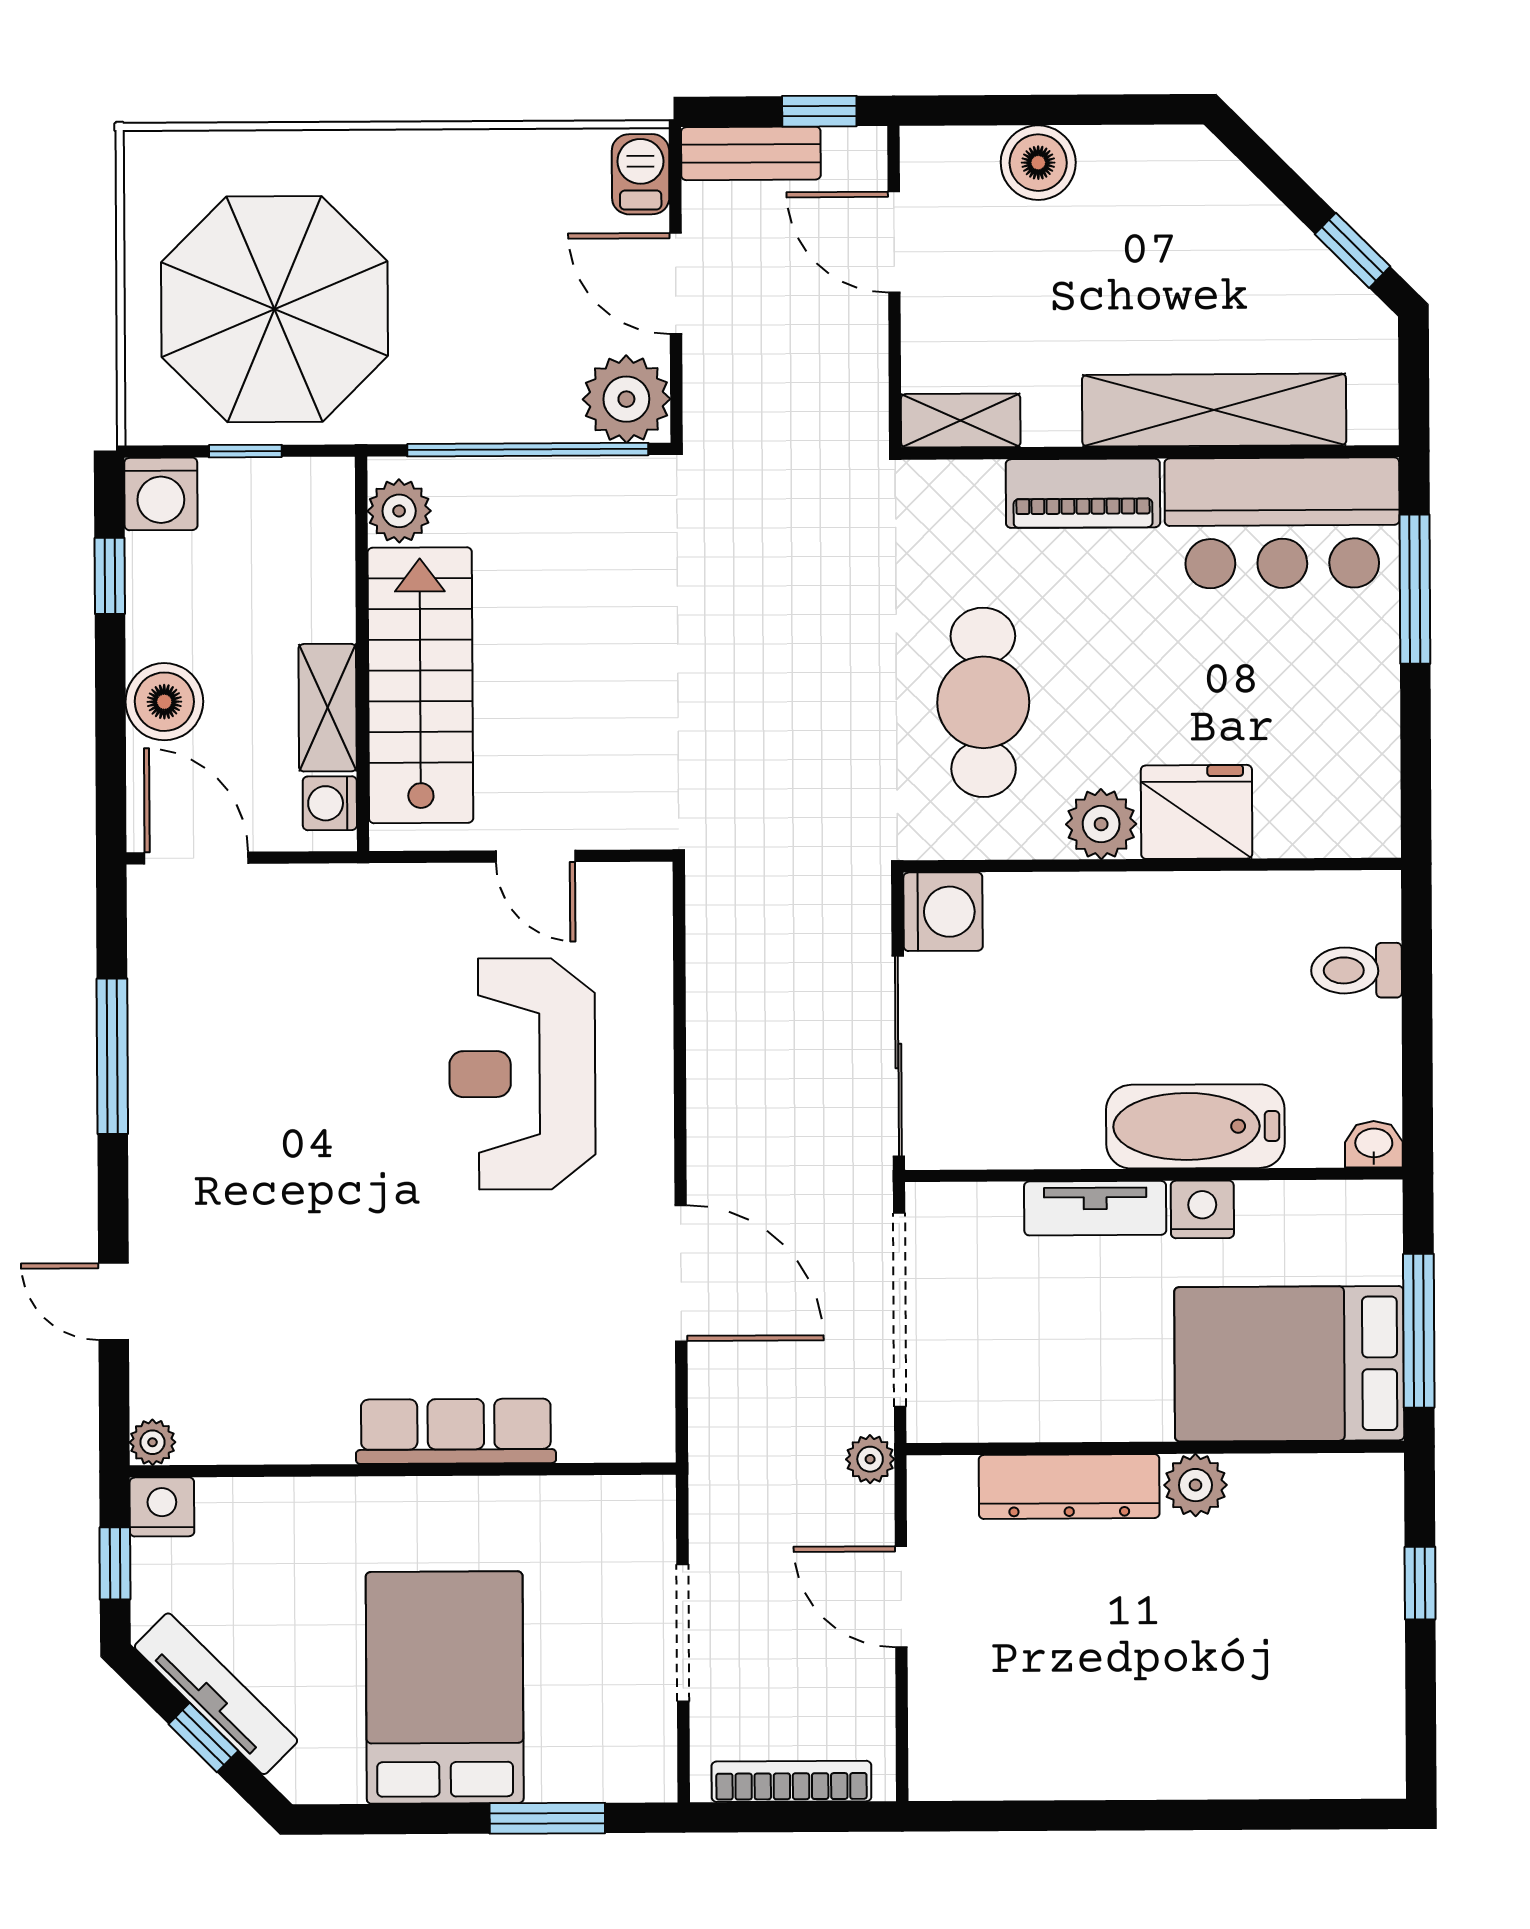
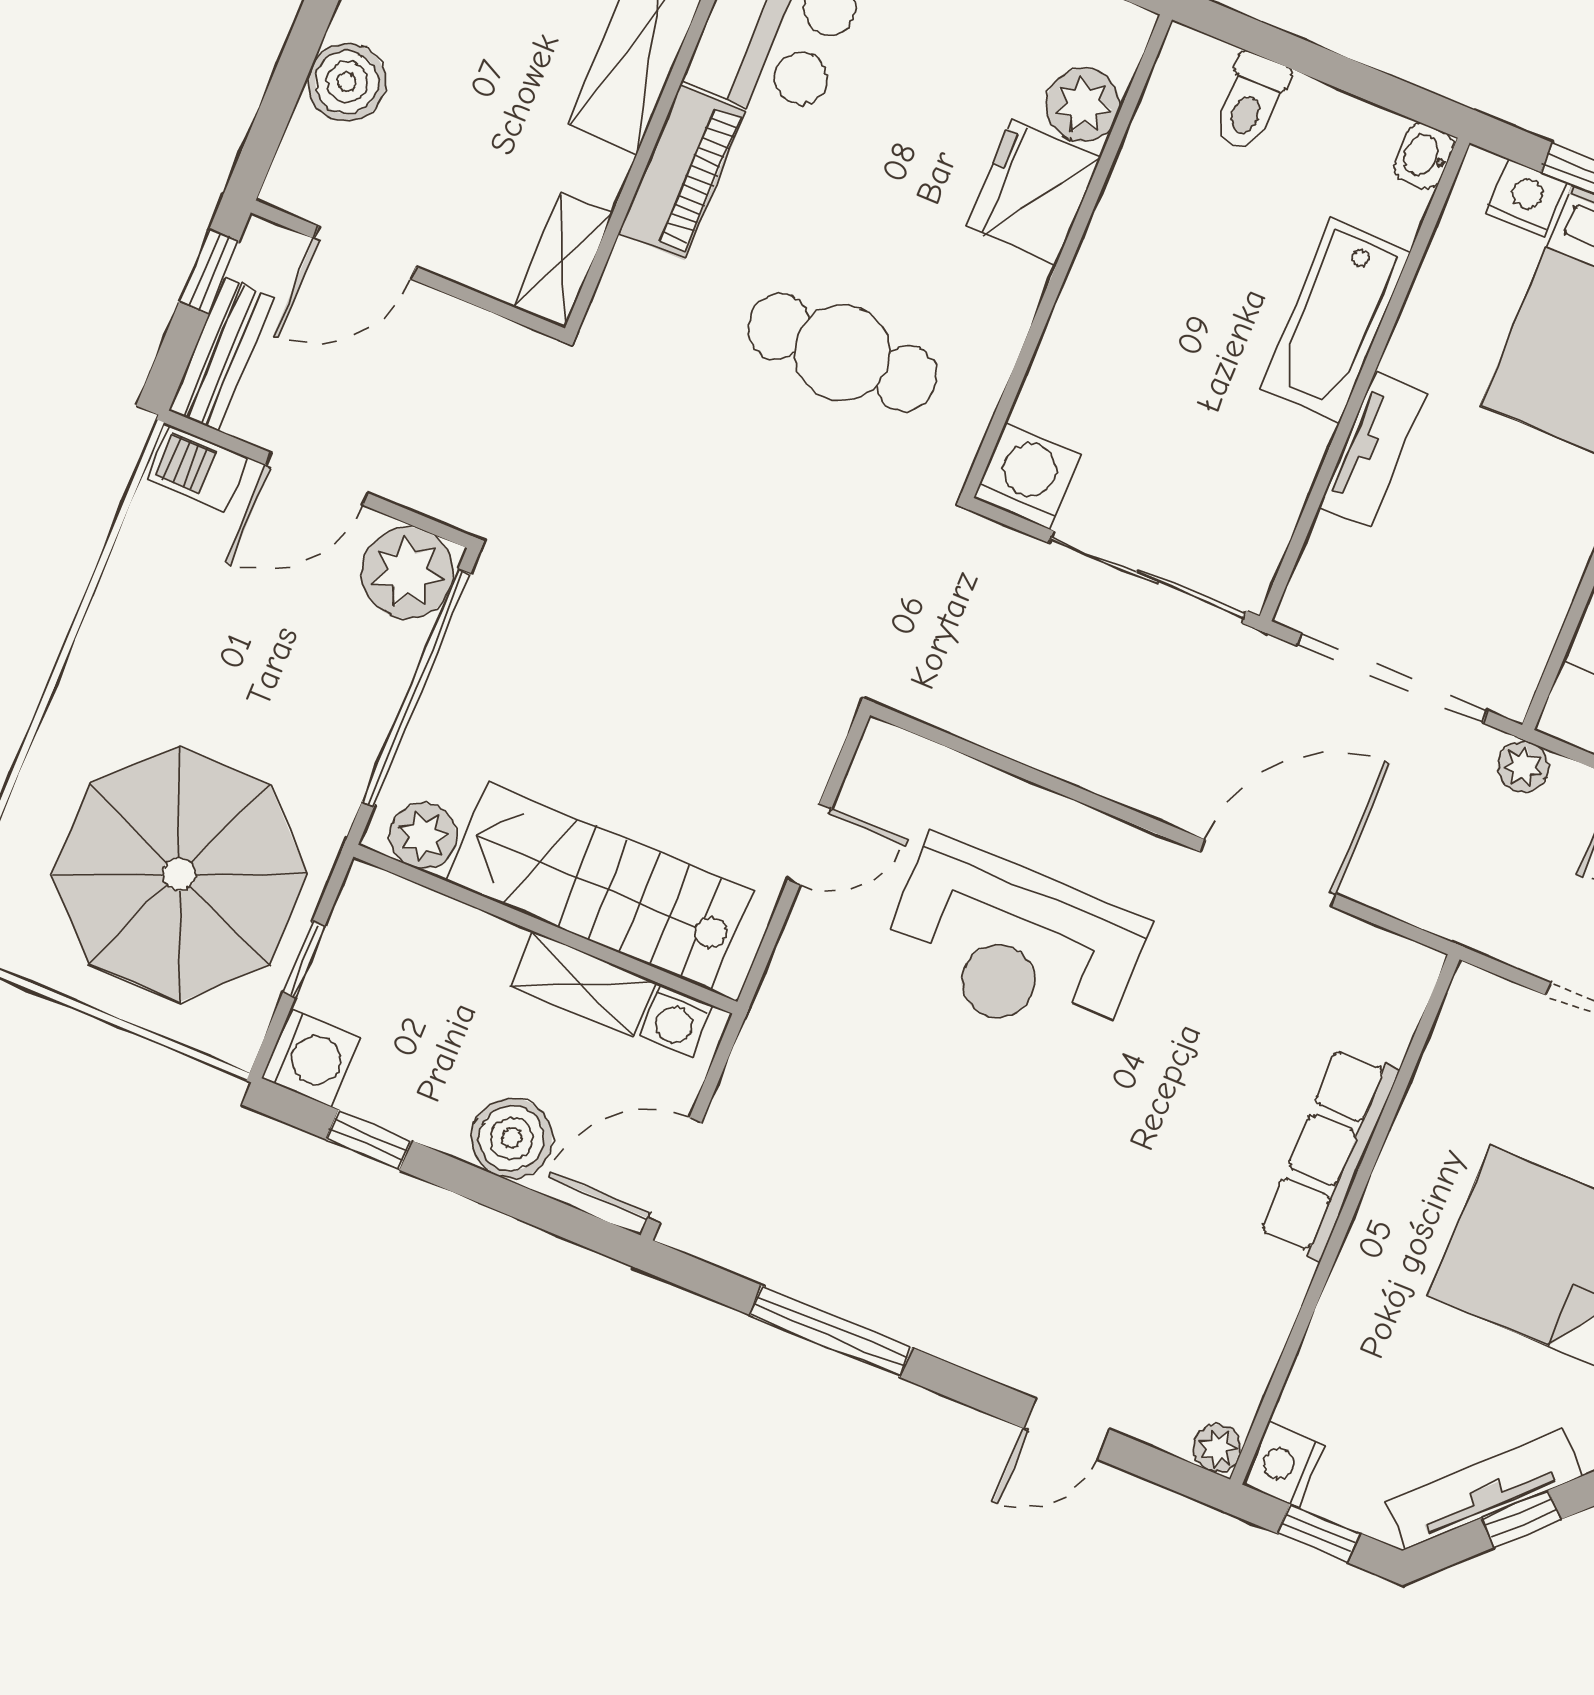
plant: (1101, 824) -> (1083, 105), moved
nightstand: (1202, 1209) -> (1526, 198), moved, turned 90

